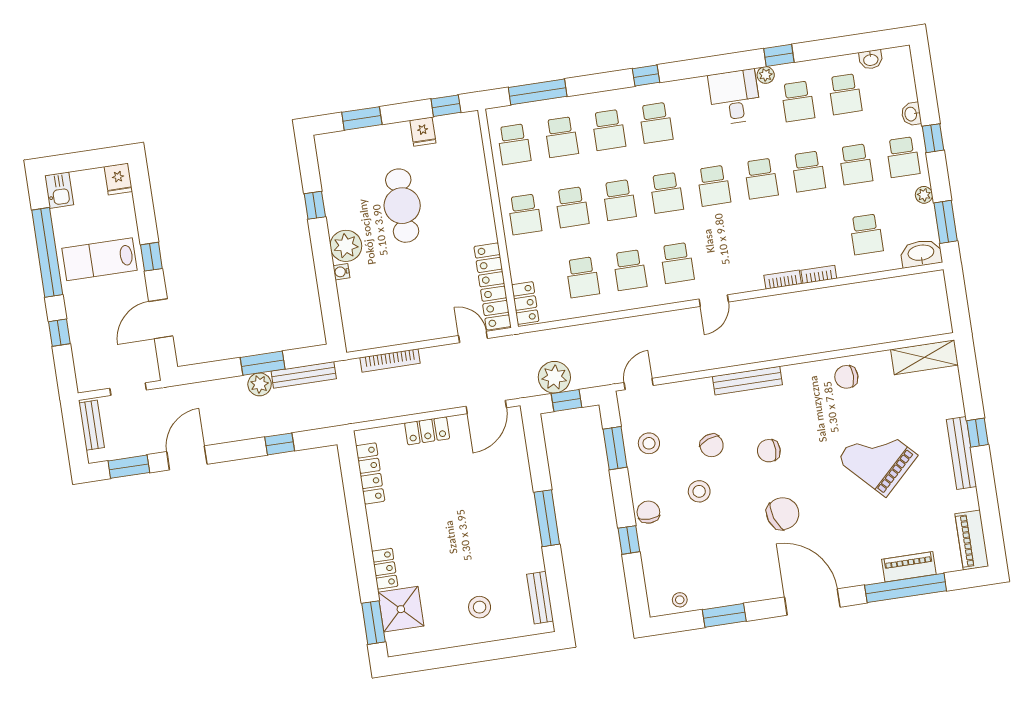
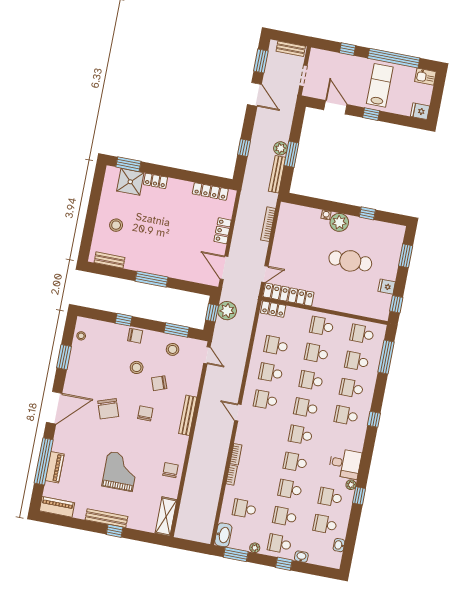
grand piano: (877, 458) -> (120, 471), turned -46

